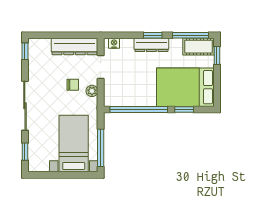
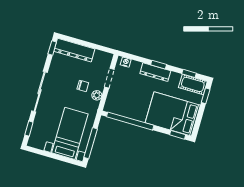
window: (190, 35) -> (189, 73), width x0.46
dresser: (74, 46) -> (74, 50), moved
window: (184, 109) -> (178, 135), moved

